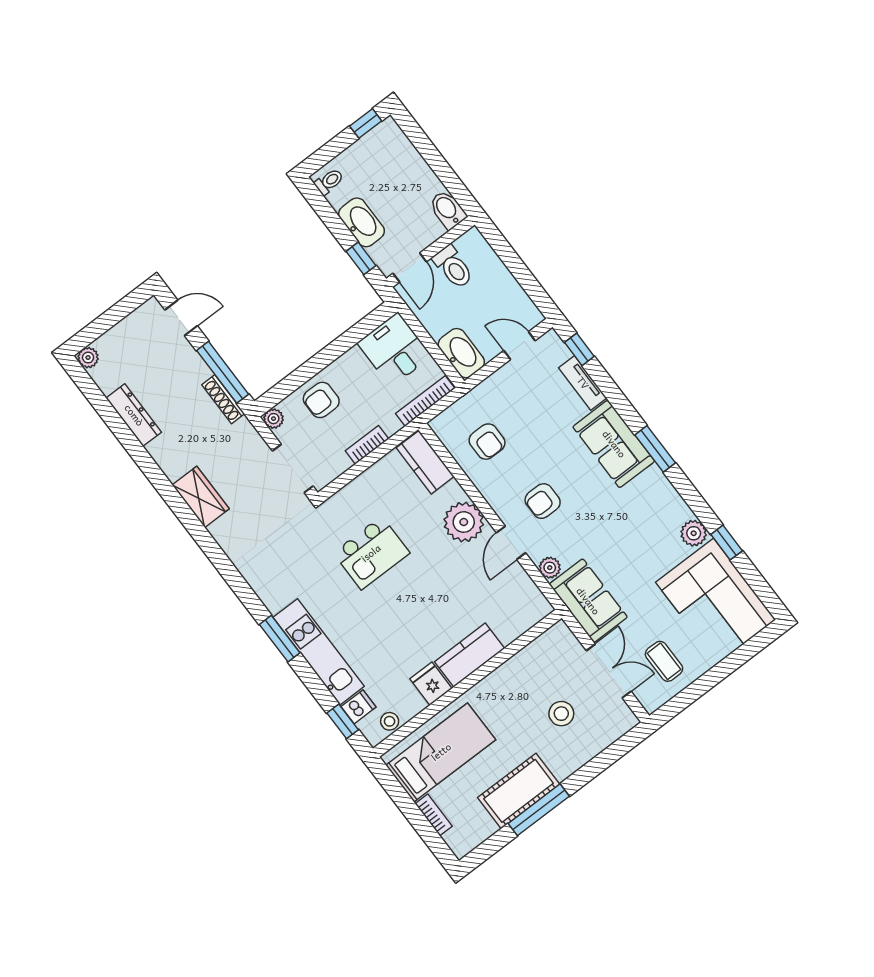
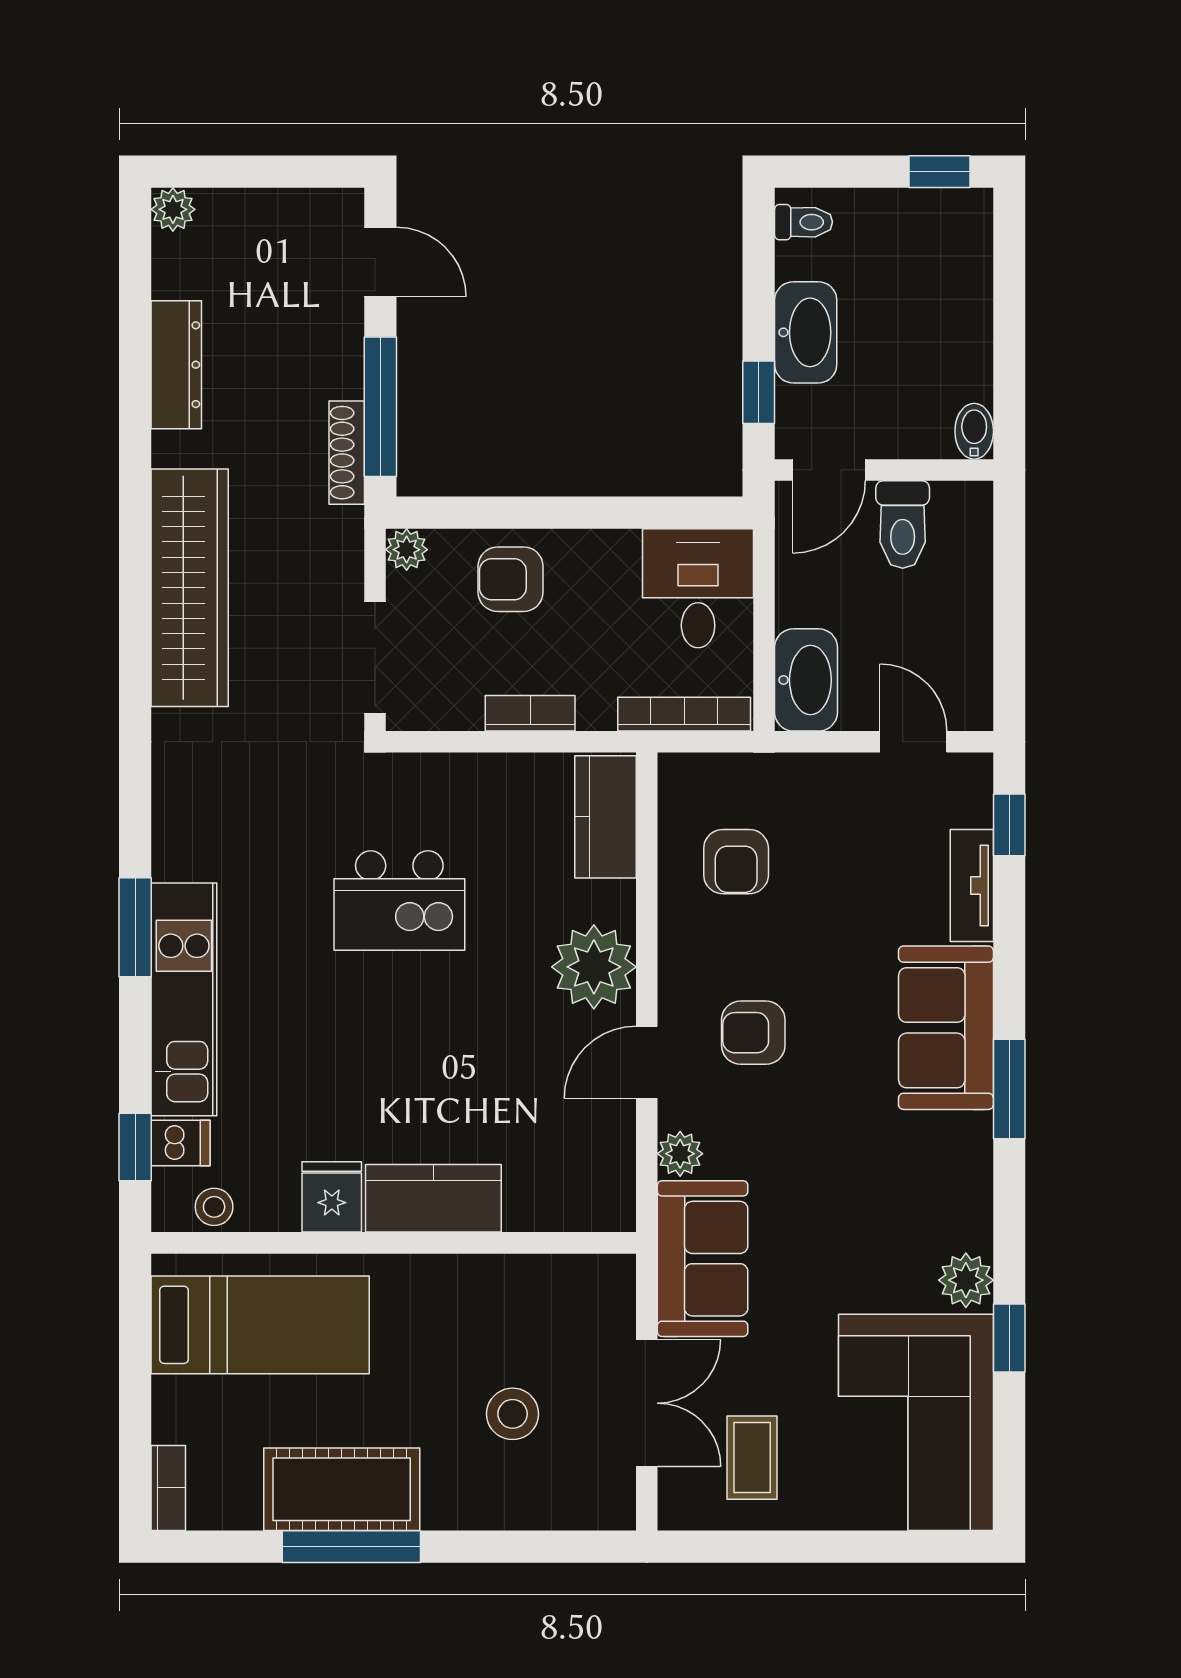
bidet: (448, 210) -> (974, 431), width x0.72, depth x0.74
wardrobe: (201, 497) -> (190, 588), width x2.10, depth x1.17
bookcase: (434, 815) -> (168, 1488), moved

